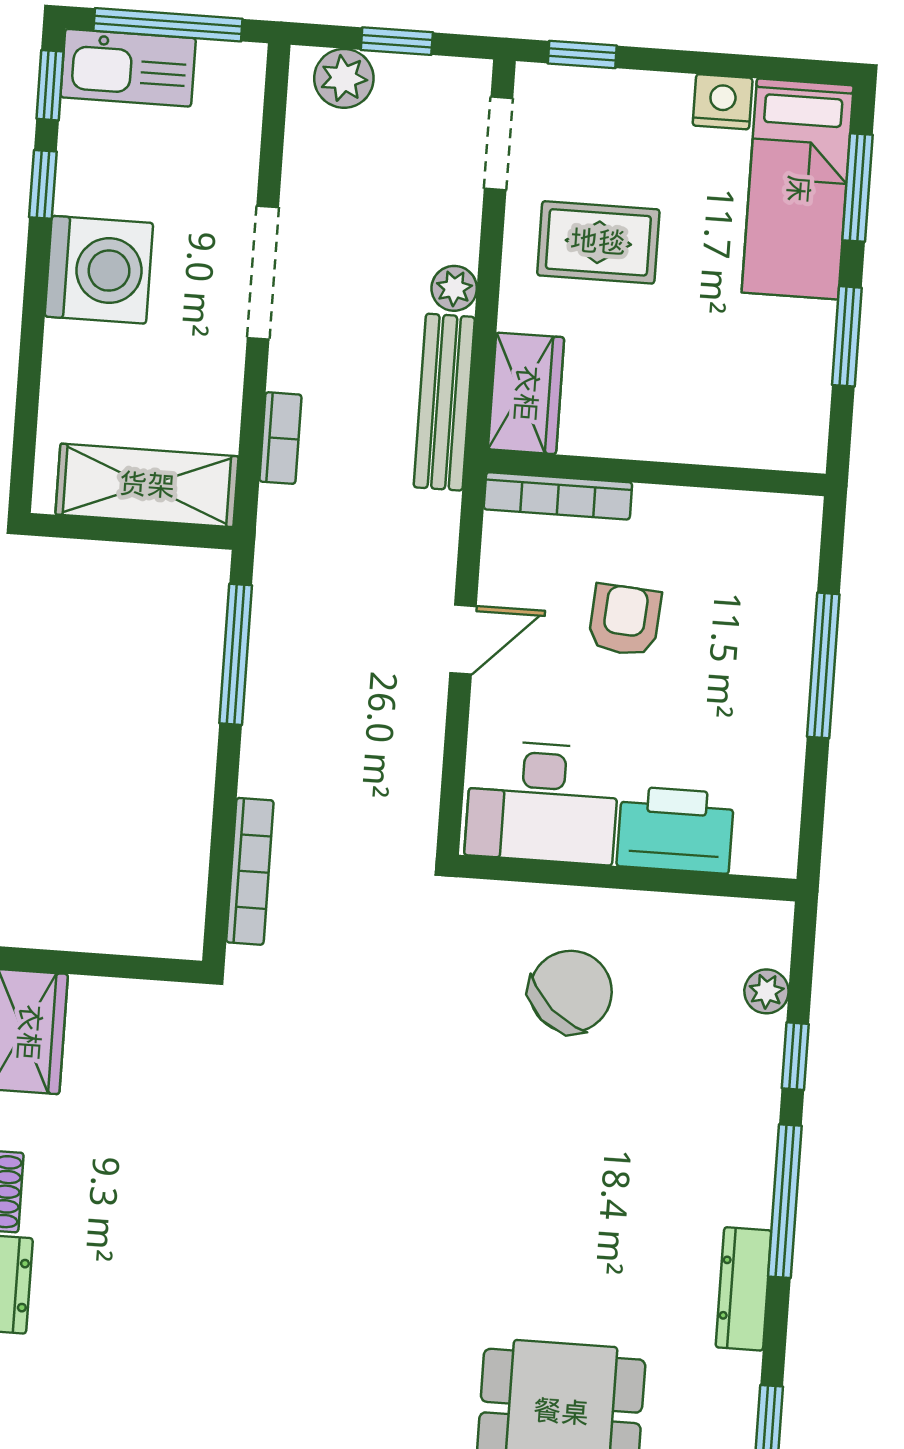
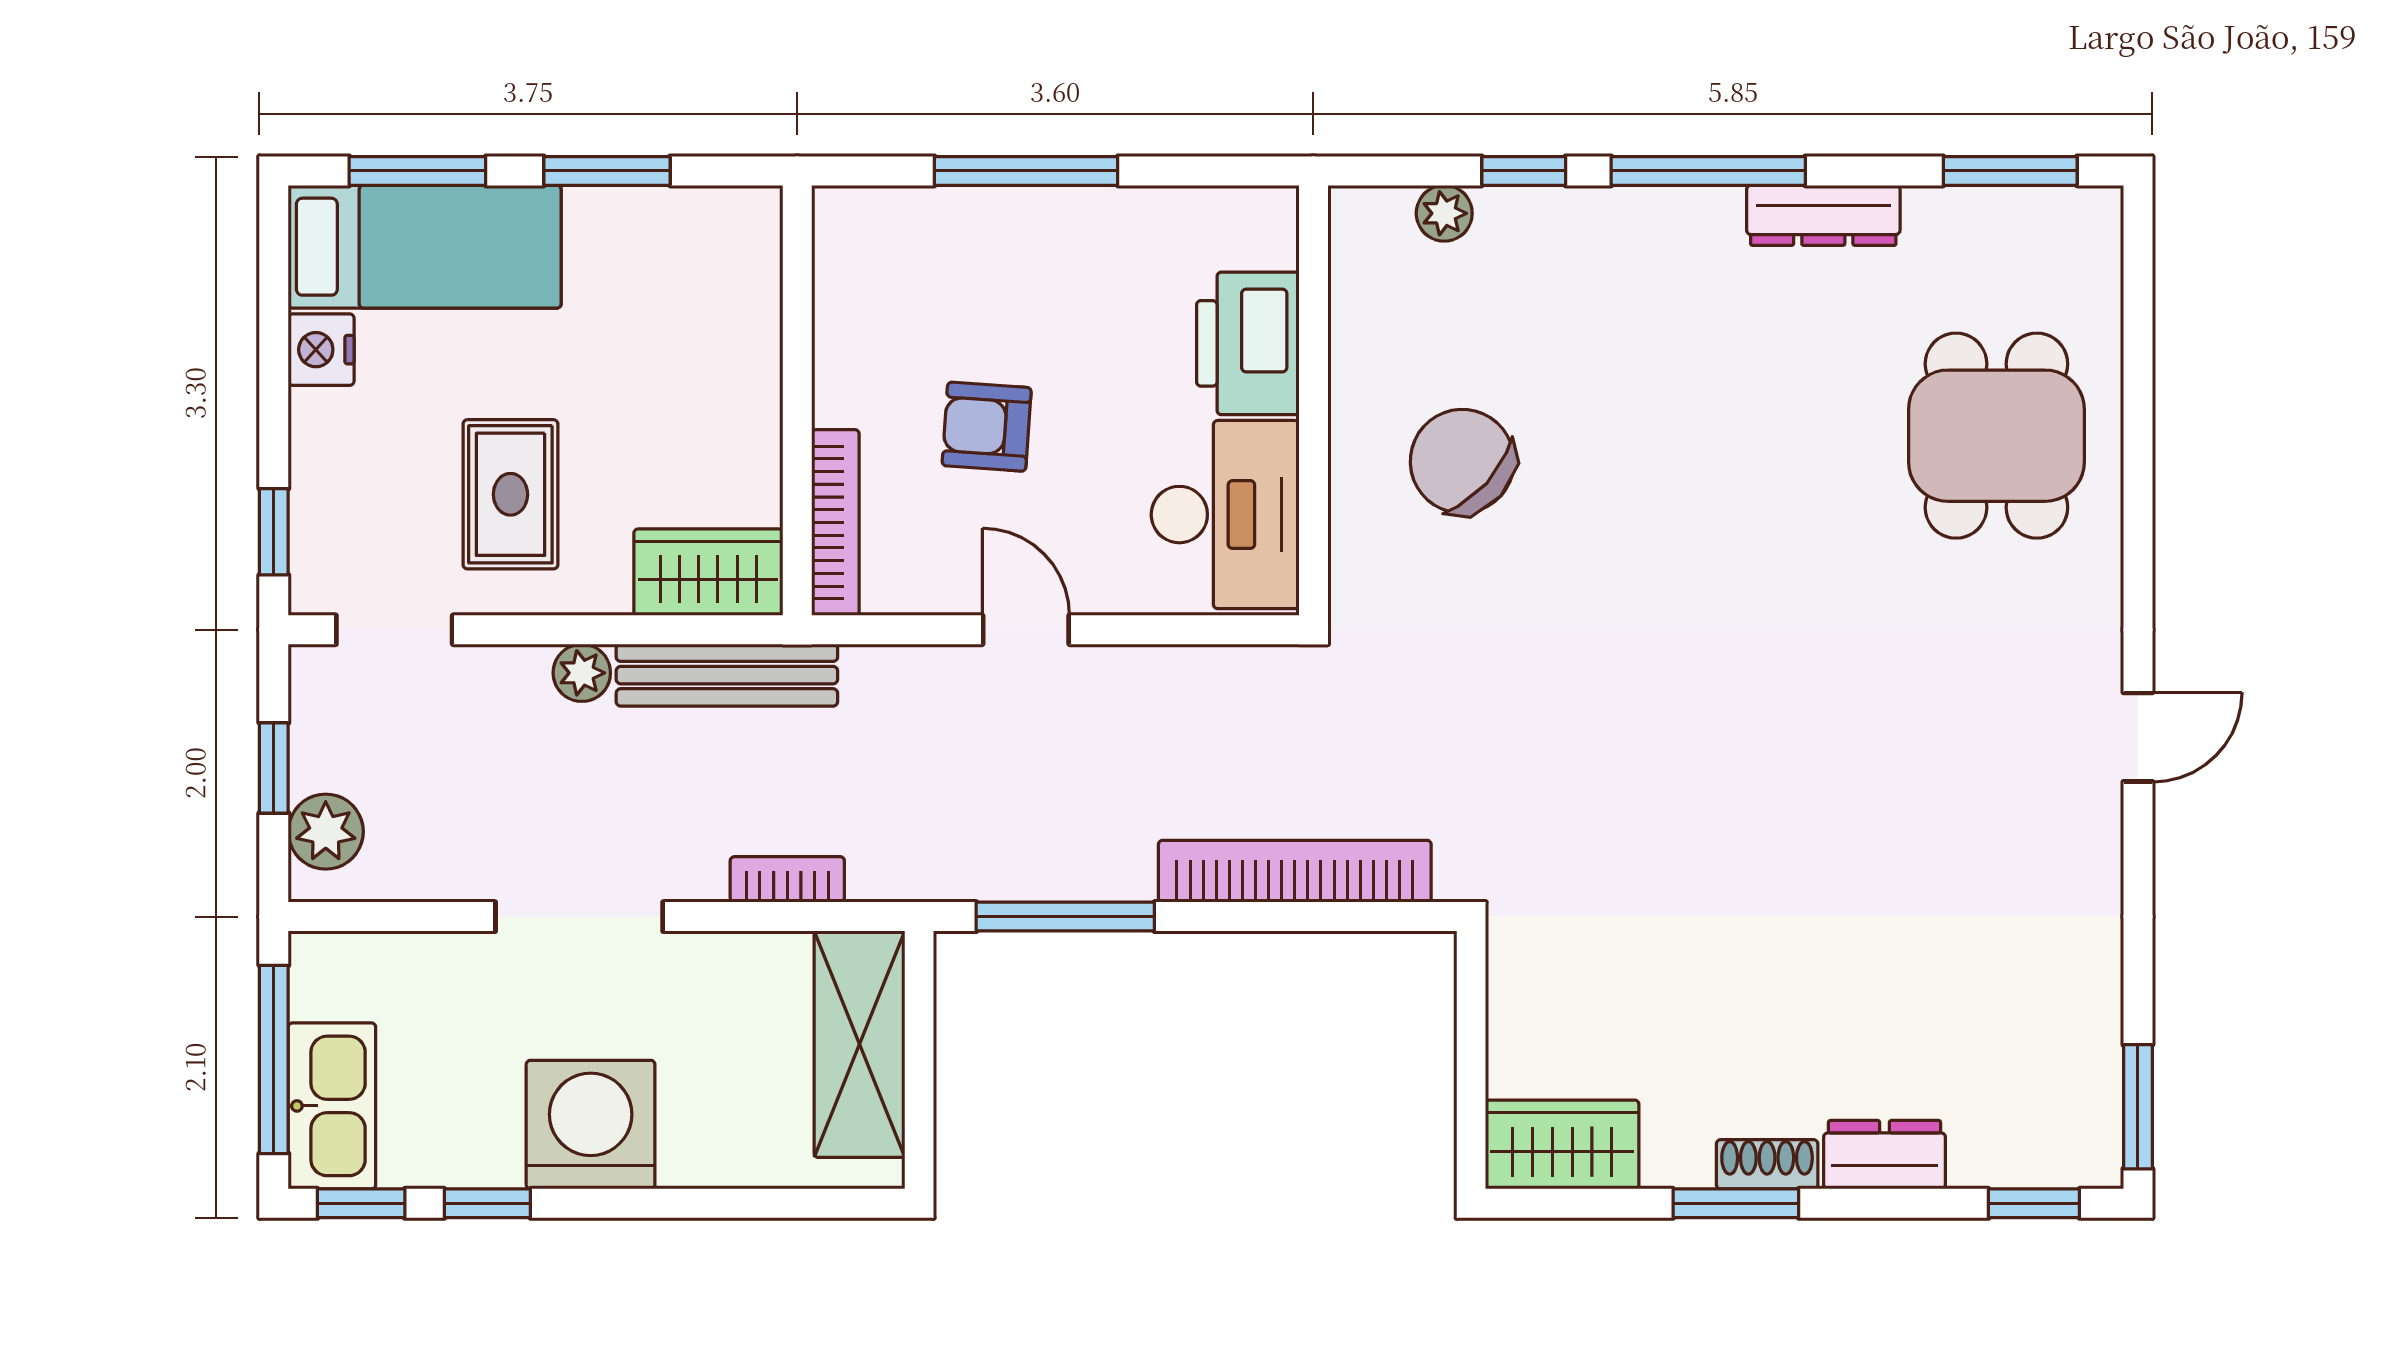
bookcase: (250, 871) -> (1295, 871), width x1.48, depth x1.31

